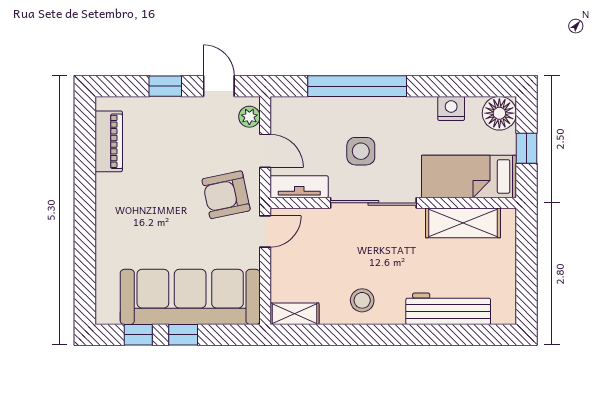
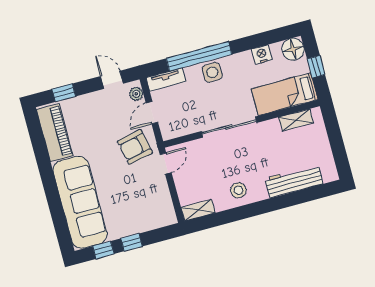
window: (165, 86) -> (64, 93), moved
piano: (109, 141) -> (55, 132), width x1.37, depth x1.33
door: (265, 151) -> (152, 113), swing flipped
side table: (361, 151) -> (212, 72), moved
tv unit: (299, 187) -> (166, 80), moved, turned 180
shelving: (463, 223) -> (296, 120), width x0.67, depth x0.75
sofa: (190, 297) -> (80, 202), moved, turned 90

